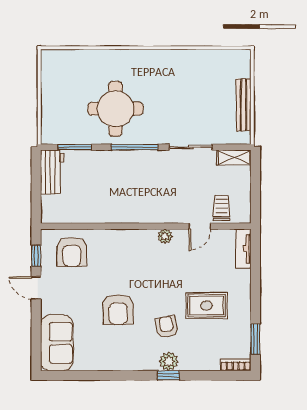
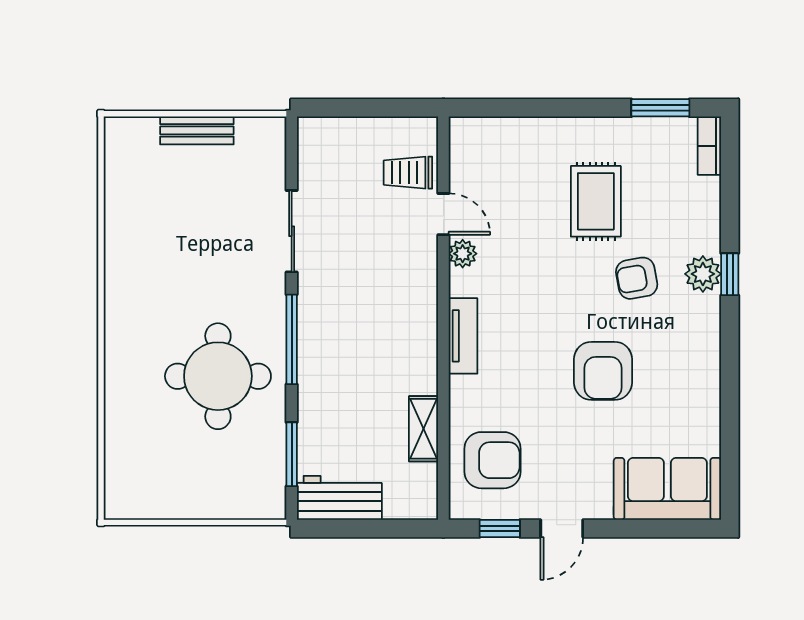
bench: (244, 105) -> (197, 130), width x0.73
shelving: (234, 157) -> (424, 429), moved
plant: (165, 236) -> (463, 254), moved
tv unit: (243, 249) -> (463, 336), moved, turned -90
armchair: (118, 309) -> (603, 371), turned 90

